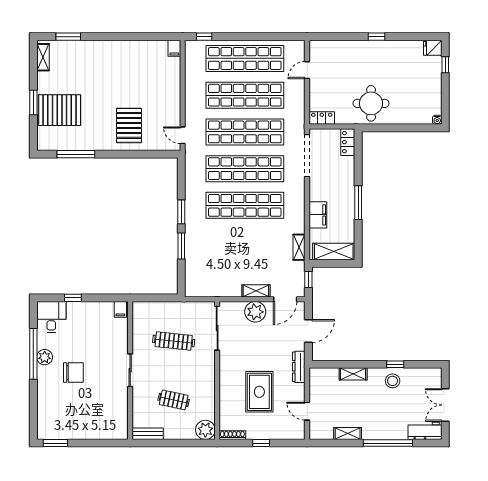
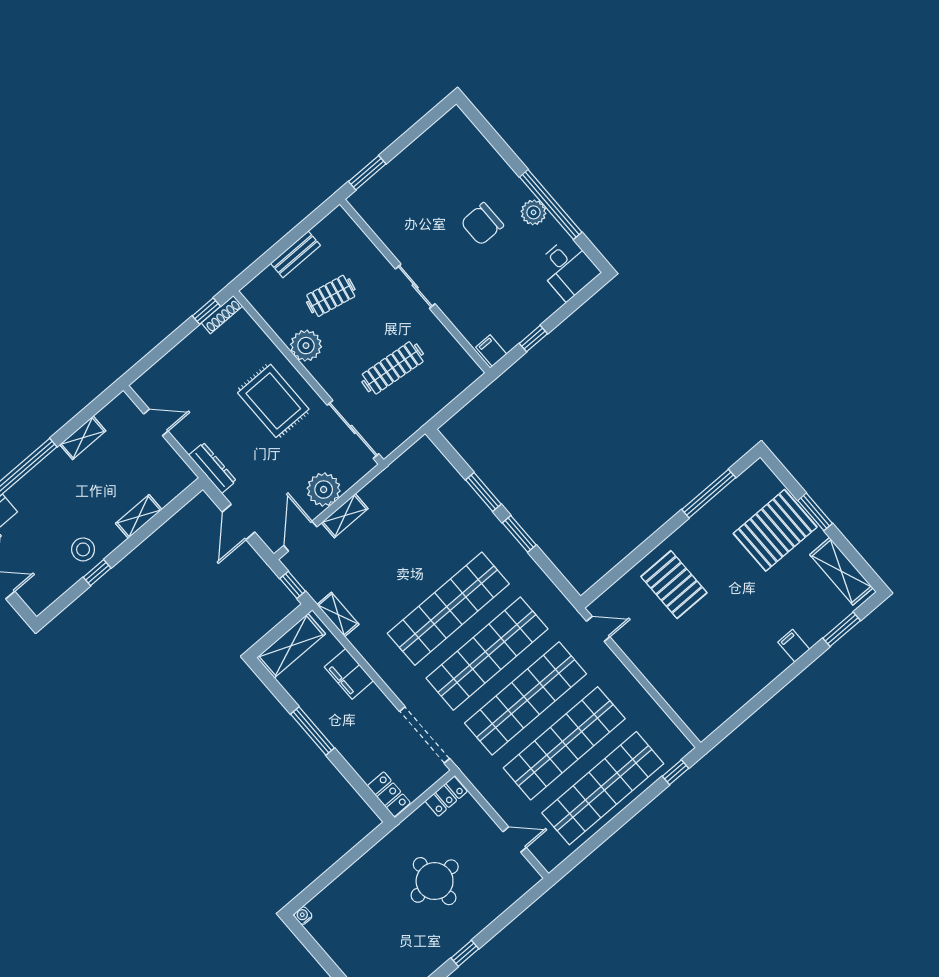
filing cabinet: (174, 48) -> (794, 646), moved
shelving: (43, 57) -> (841, 571), width x1.50, depth x1.33
door: (307, 70) -> (515, 840), hinge flipped
round table: (371, 103) -> (435, 881), moved
window: (73, 298) -> (533, 339), moved
rug: (259, 392) -> (273, 401), moved
plant: (205, 430) -> (306, 346), moved
bench: (148, 434) -> (295, 254), moved
window: (55, 443) -> (367, 173), moved
window: (261, 443) -> (206, 311), moved

